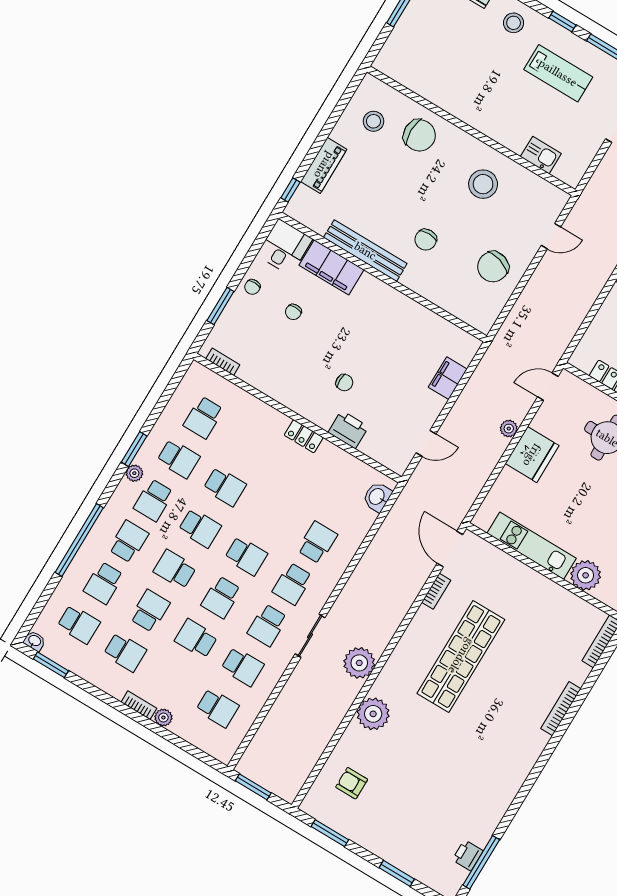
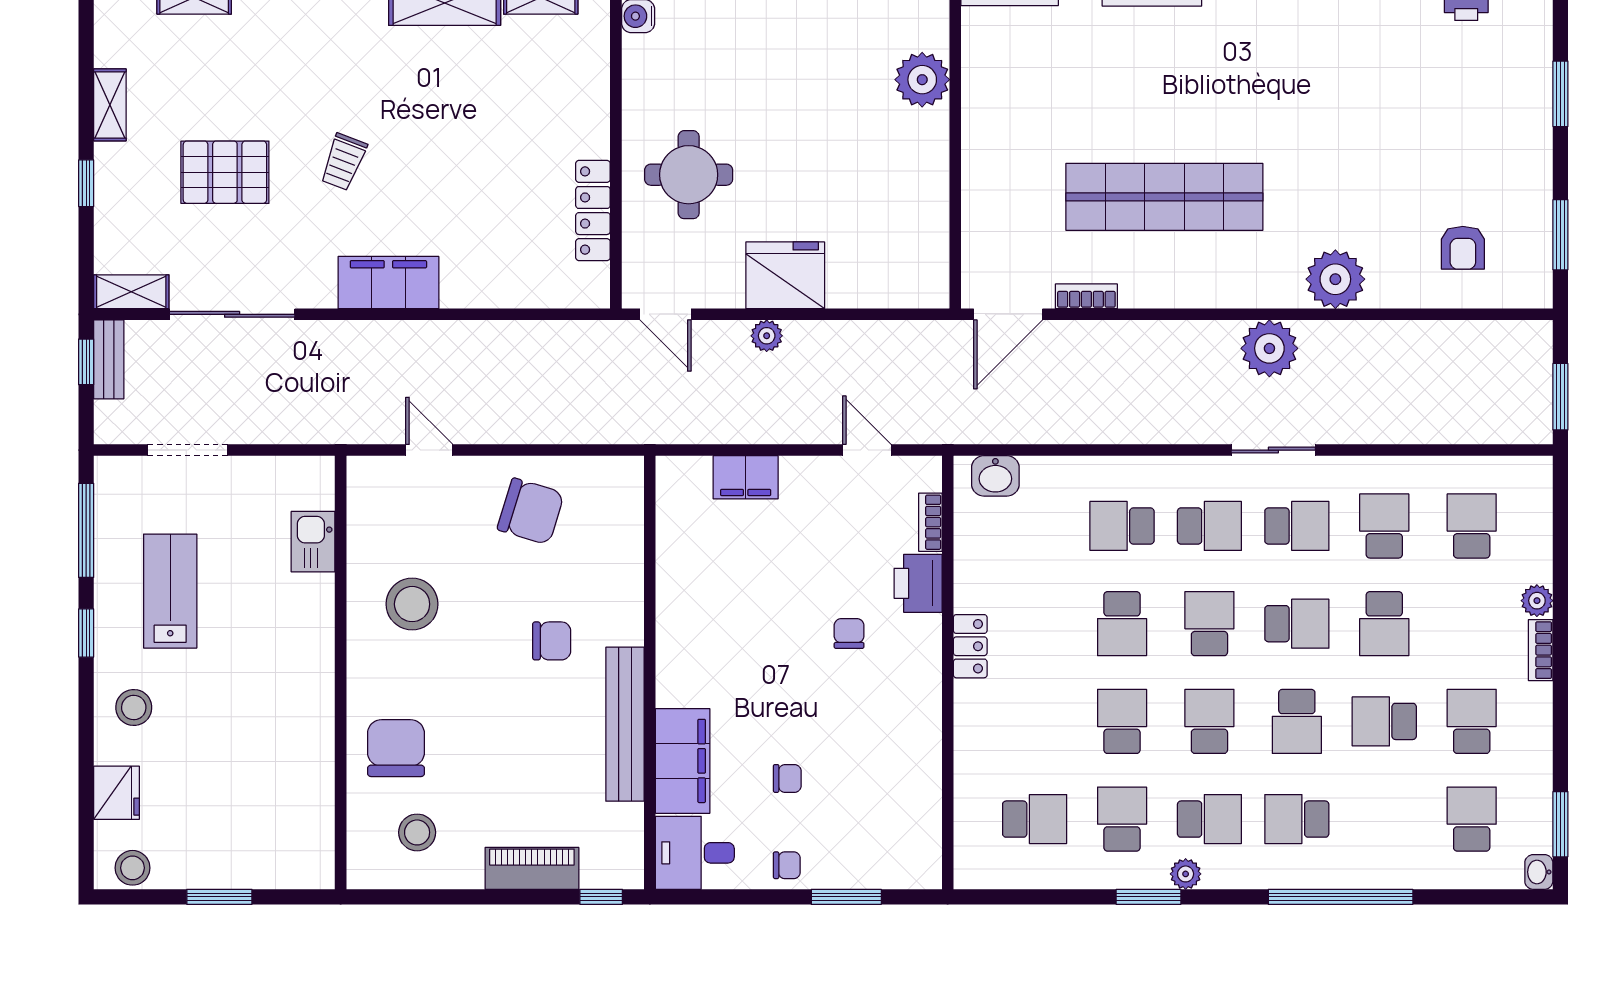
bookcase: (223, 362) -> (930, 522), moved
kitchen unit: (532, 546) -> (927, 191), removed
school desk: (104, 583) -> (1122, 624), moved, turned 90

